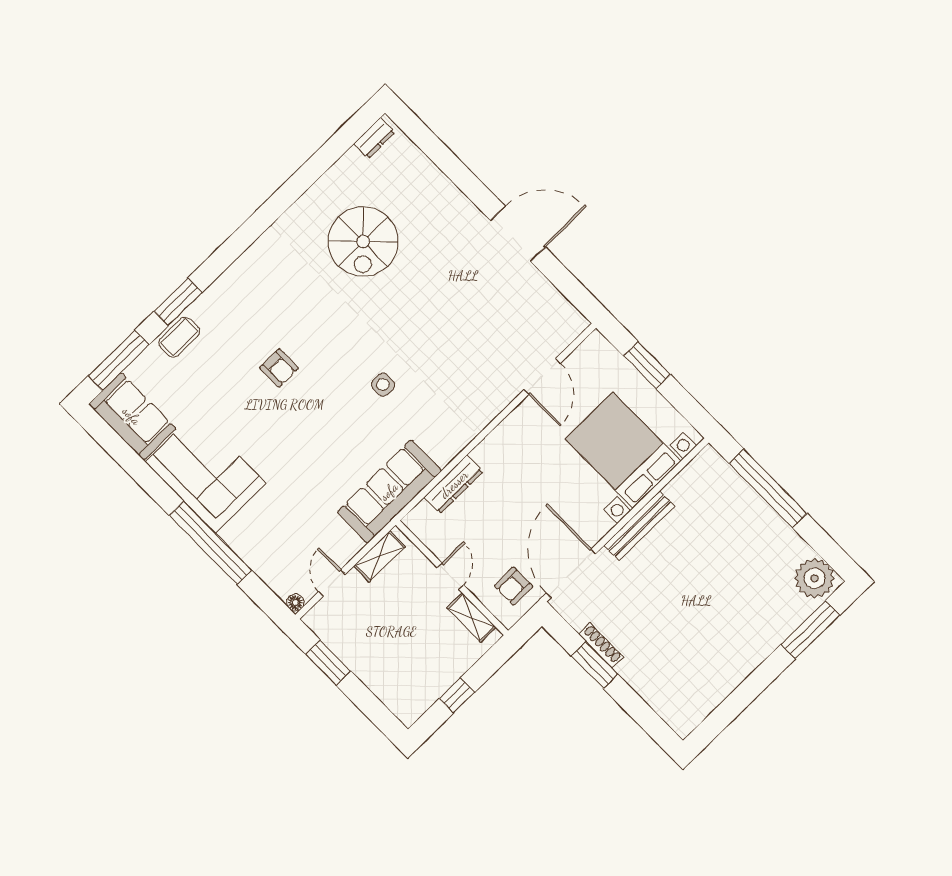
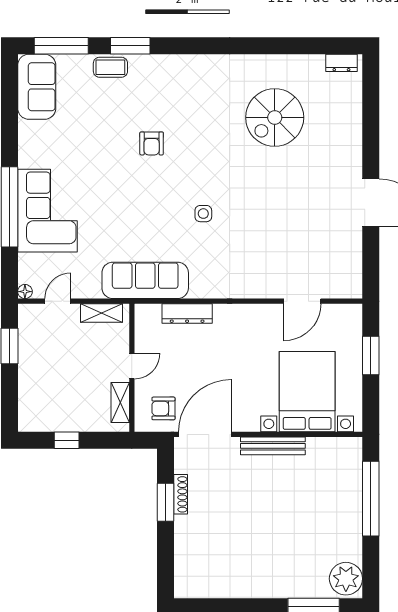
corner sofa: (206, 473) -> (47, 211), moved

